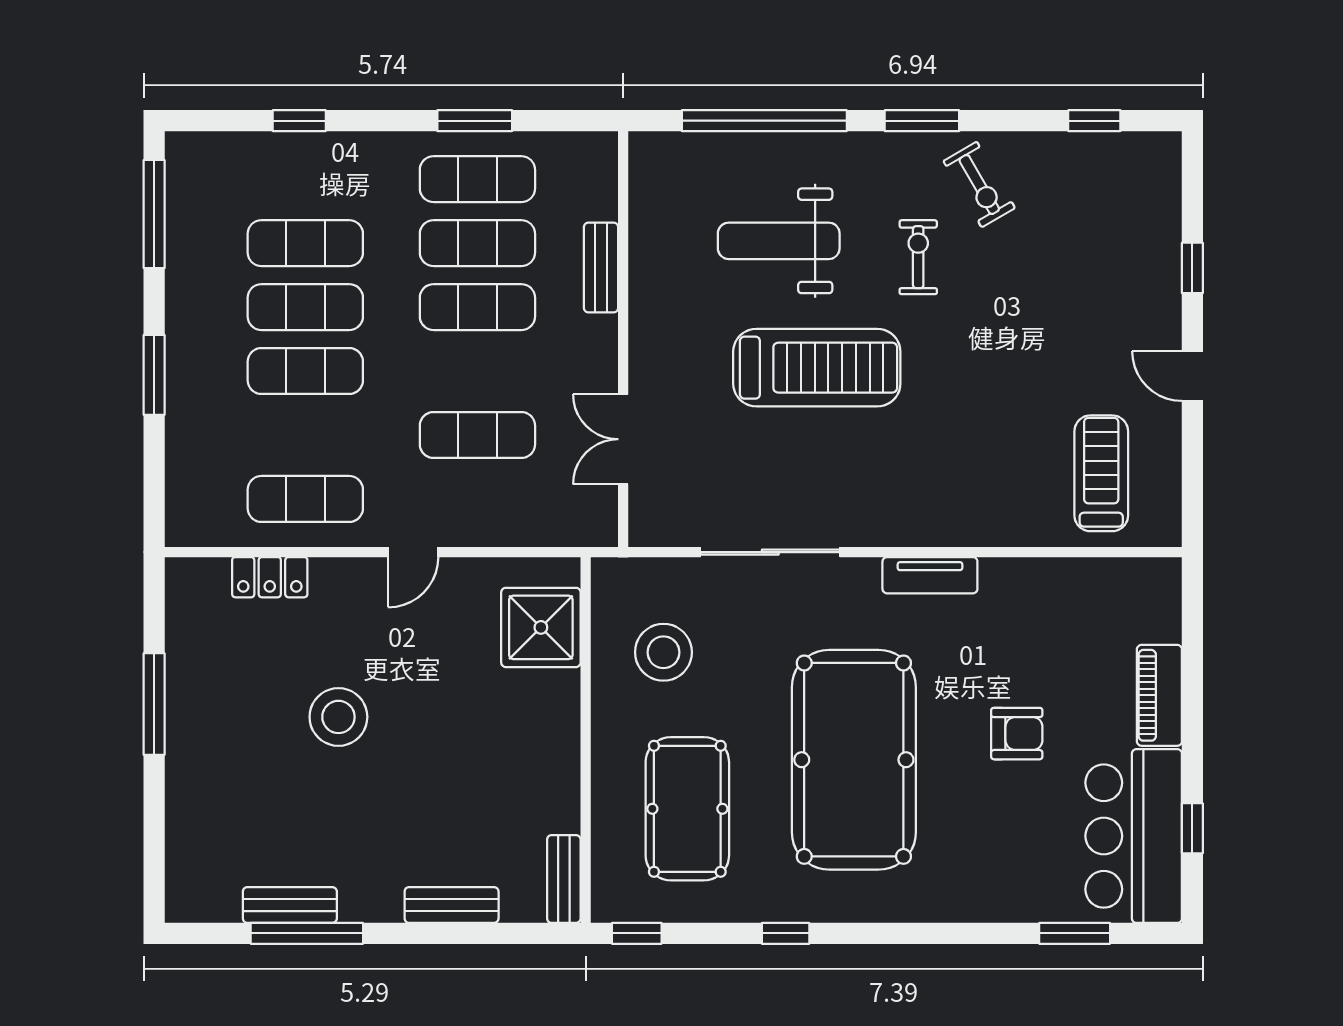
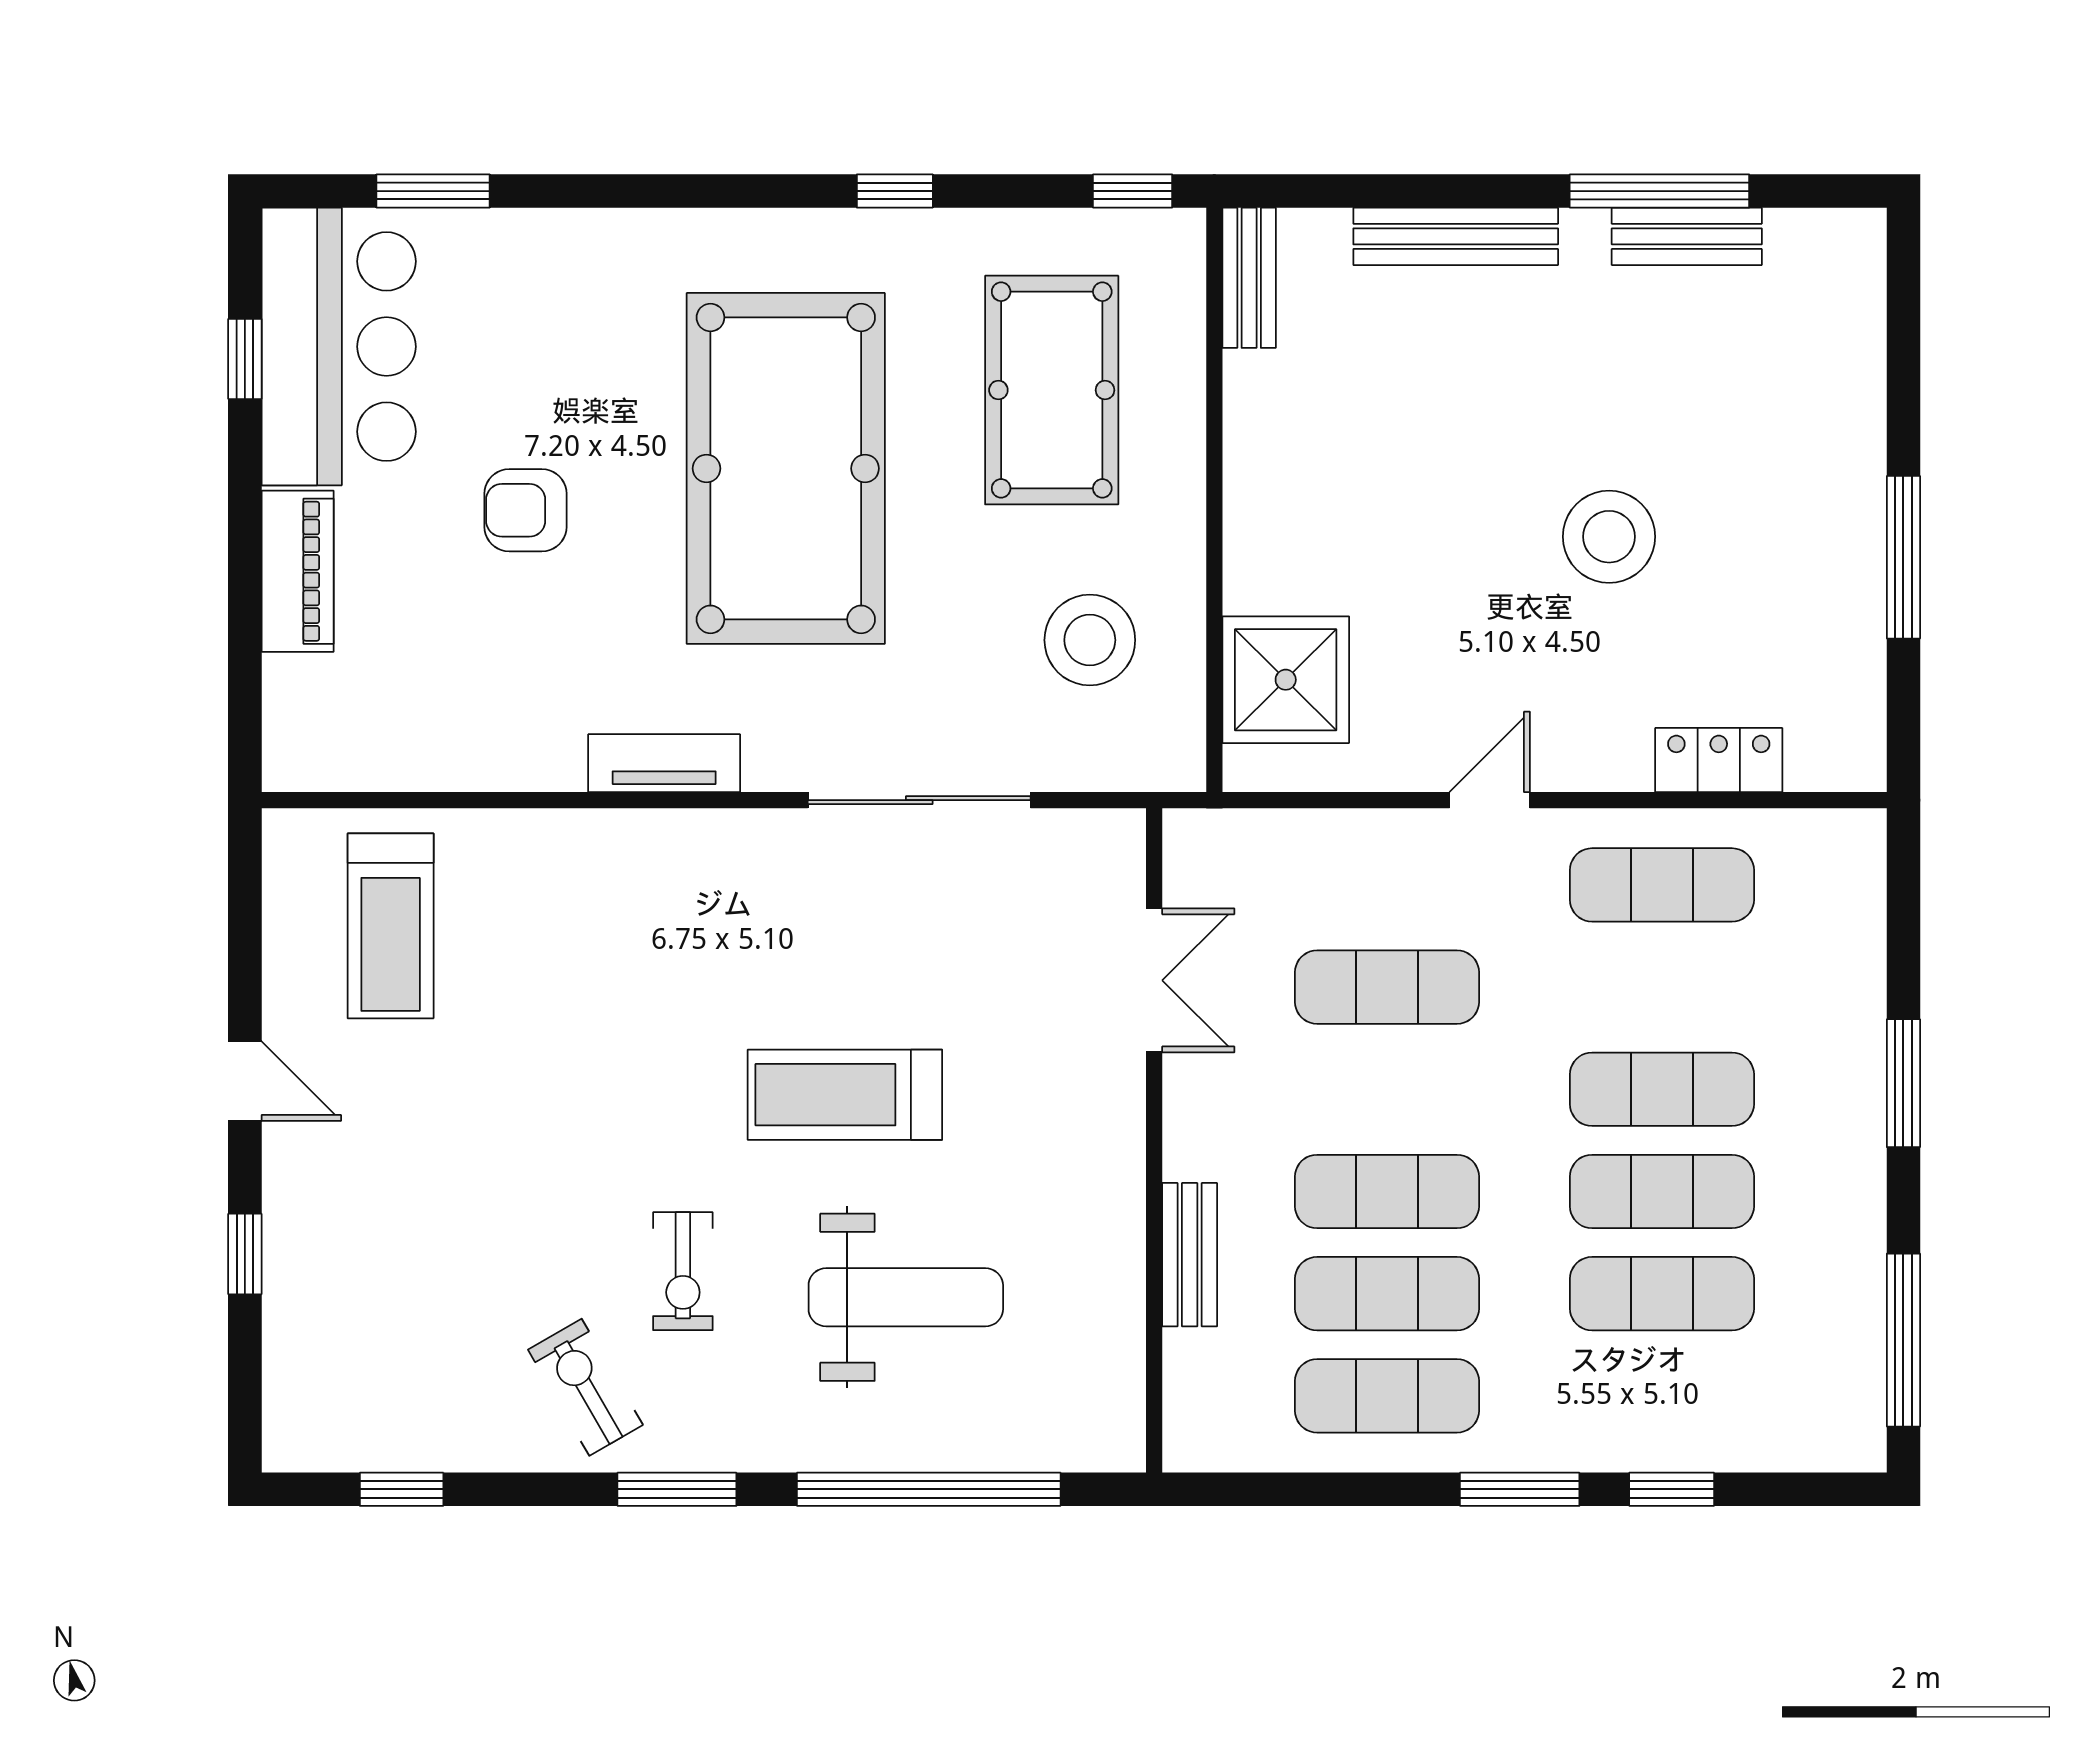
window: (475, 121) -> (1520, 1489), moved
treadmill: (817, 368) -> (845, 1095), width x0.73, depth x0.73
bench: (452, 905) -> (1456, 236), width x1.36

